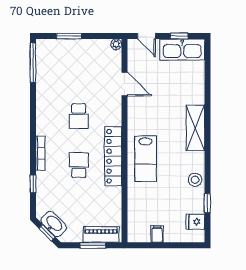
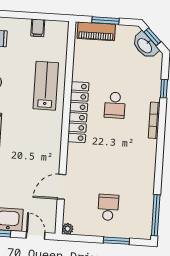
door: (125, 84) -> (62, 187), hinge flipped
school desk: (79, 116) -> (108, 207), moved
lab bench: (146, 159) -> (46, 86), moved

